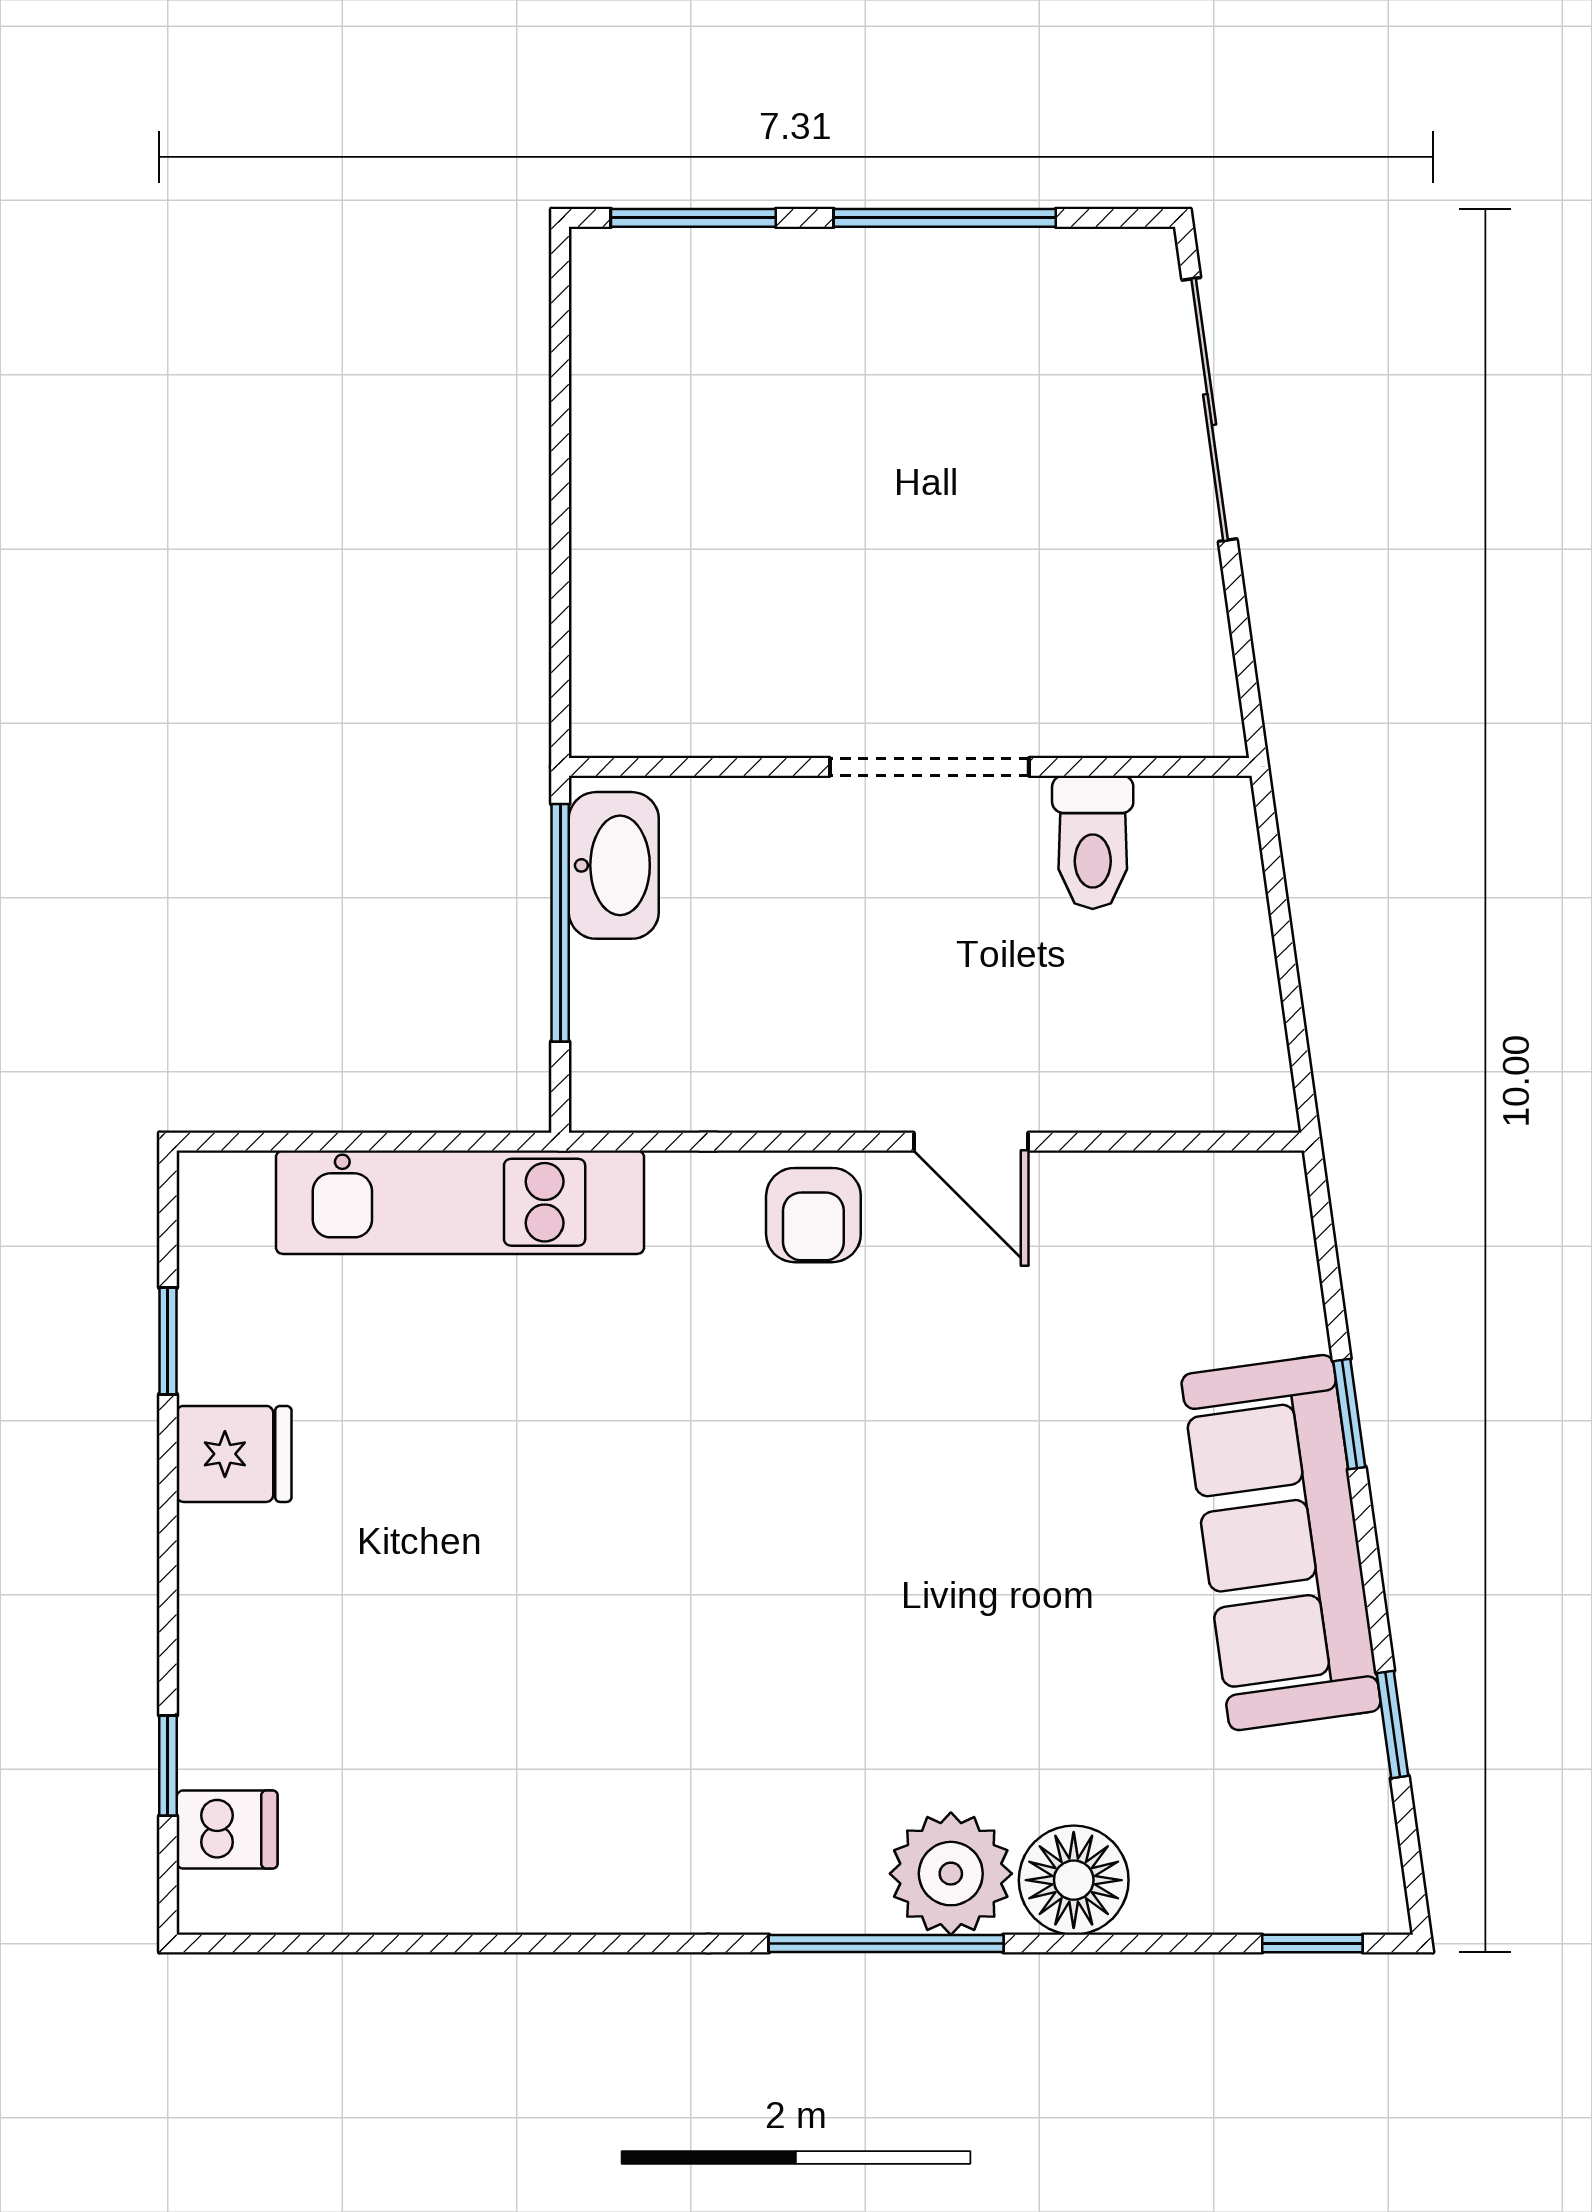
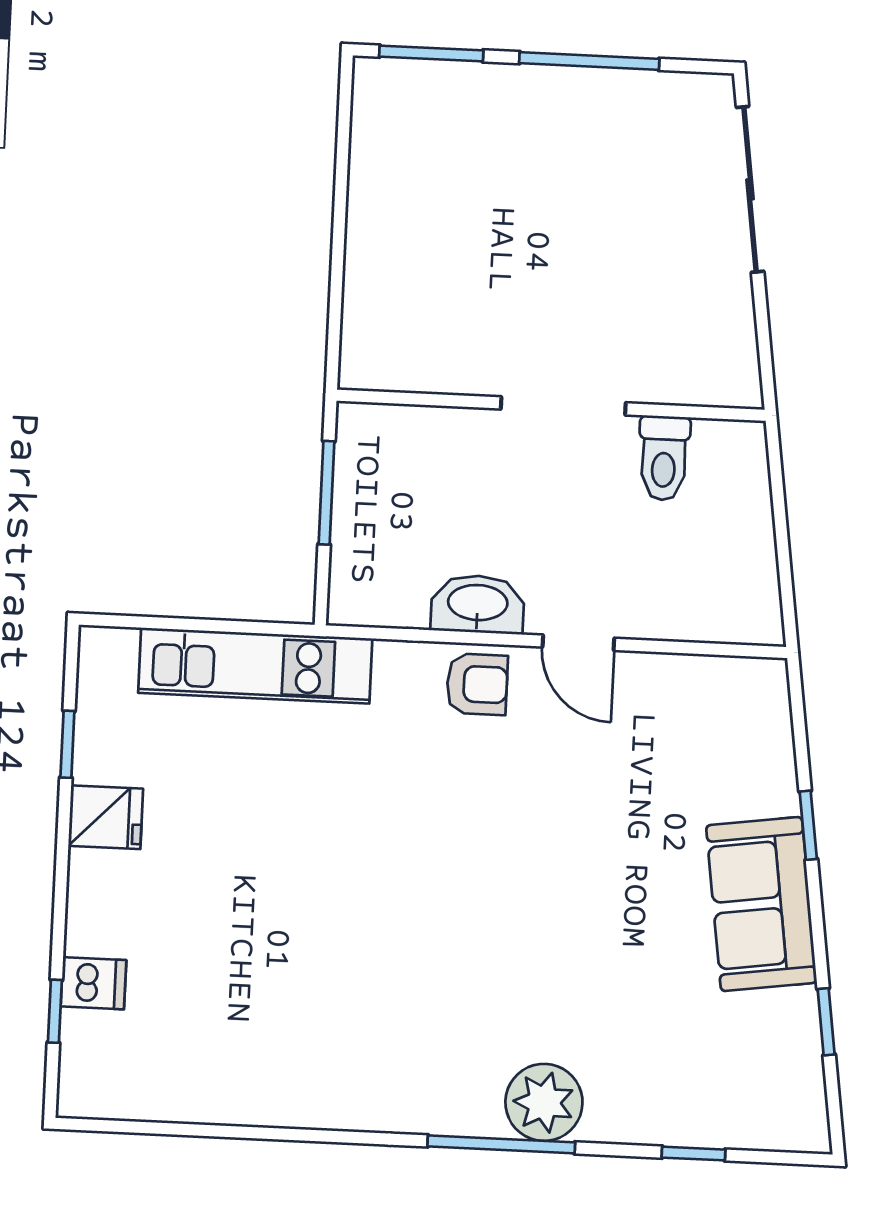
washbasin: (614, 865) -> (478, 604), moved, turned -90
window: (560, 923) -> (326, 493), width x0.69
armchair: (813, 1215) -> (477, 684), turned -90
sofa: (1281, 1543) -> (761, 904), width x0.73
dishwasher: (227, 1829) -> (93, 983), moved
floor lamp: (1074, 1880) -> (621, 1110), removed
window: (1312, 1944) -> (694, 1154), moved

